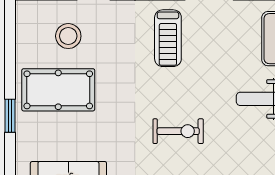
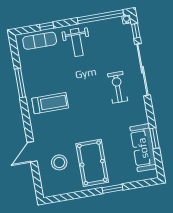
exercise bike: (178, 131) -> (118, 87), moved

